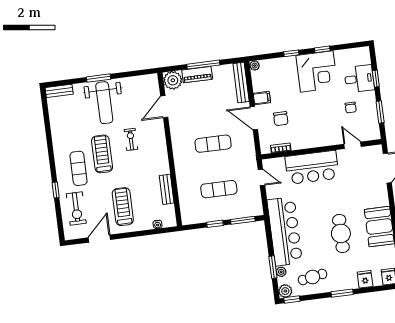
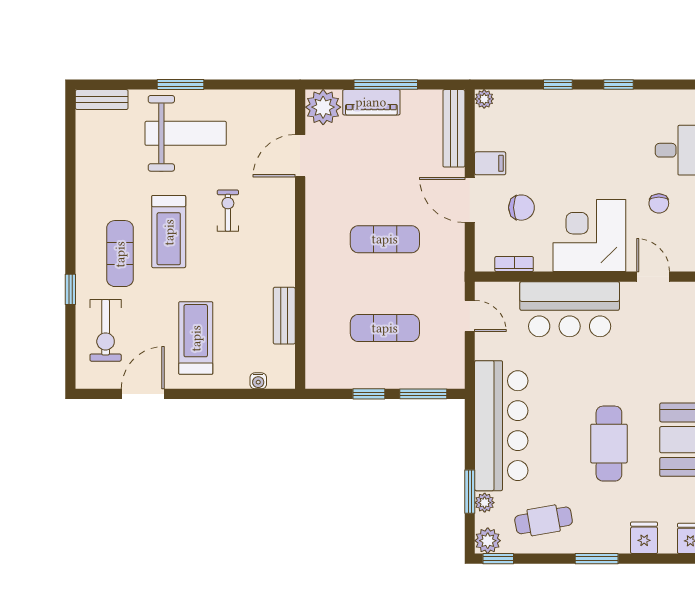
corner desk: (317, 71) -> (589, 236), moved, turned 180
weight bench: (104, 103) -> (186, 133), turned -90
chair: (281, 119) -> (521, 208), turned -90
treadmill: (102, 154) -> (169, 232), turned 180

